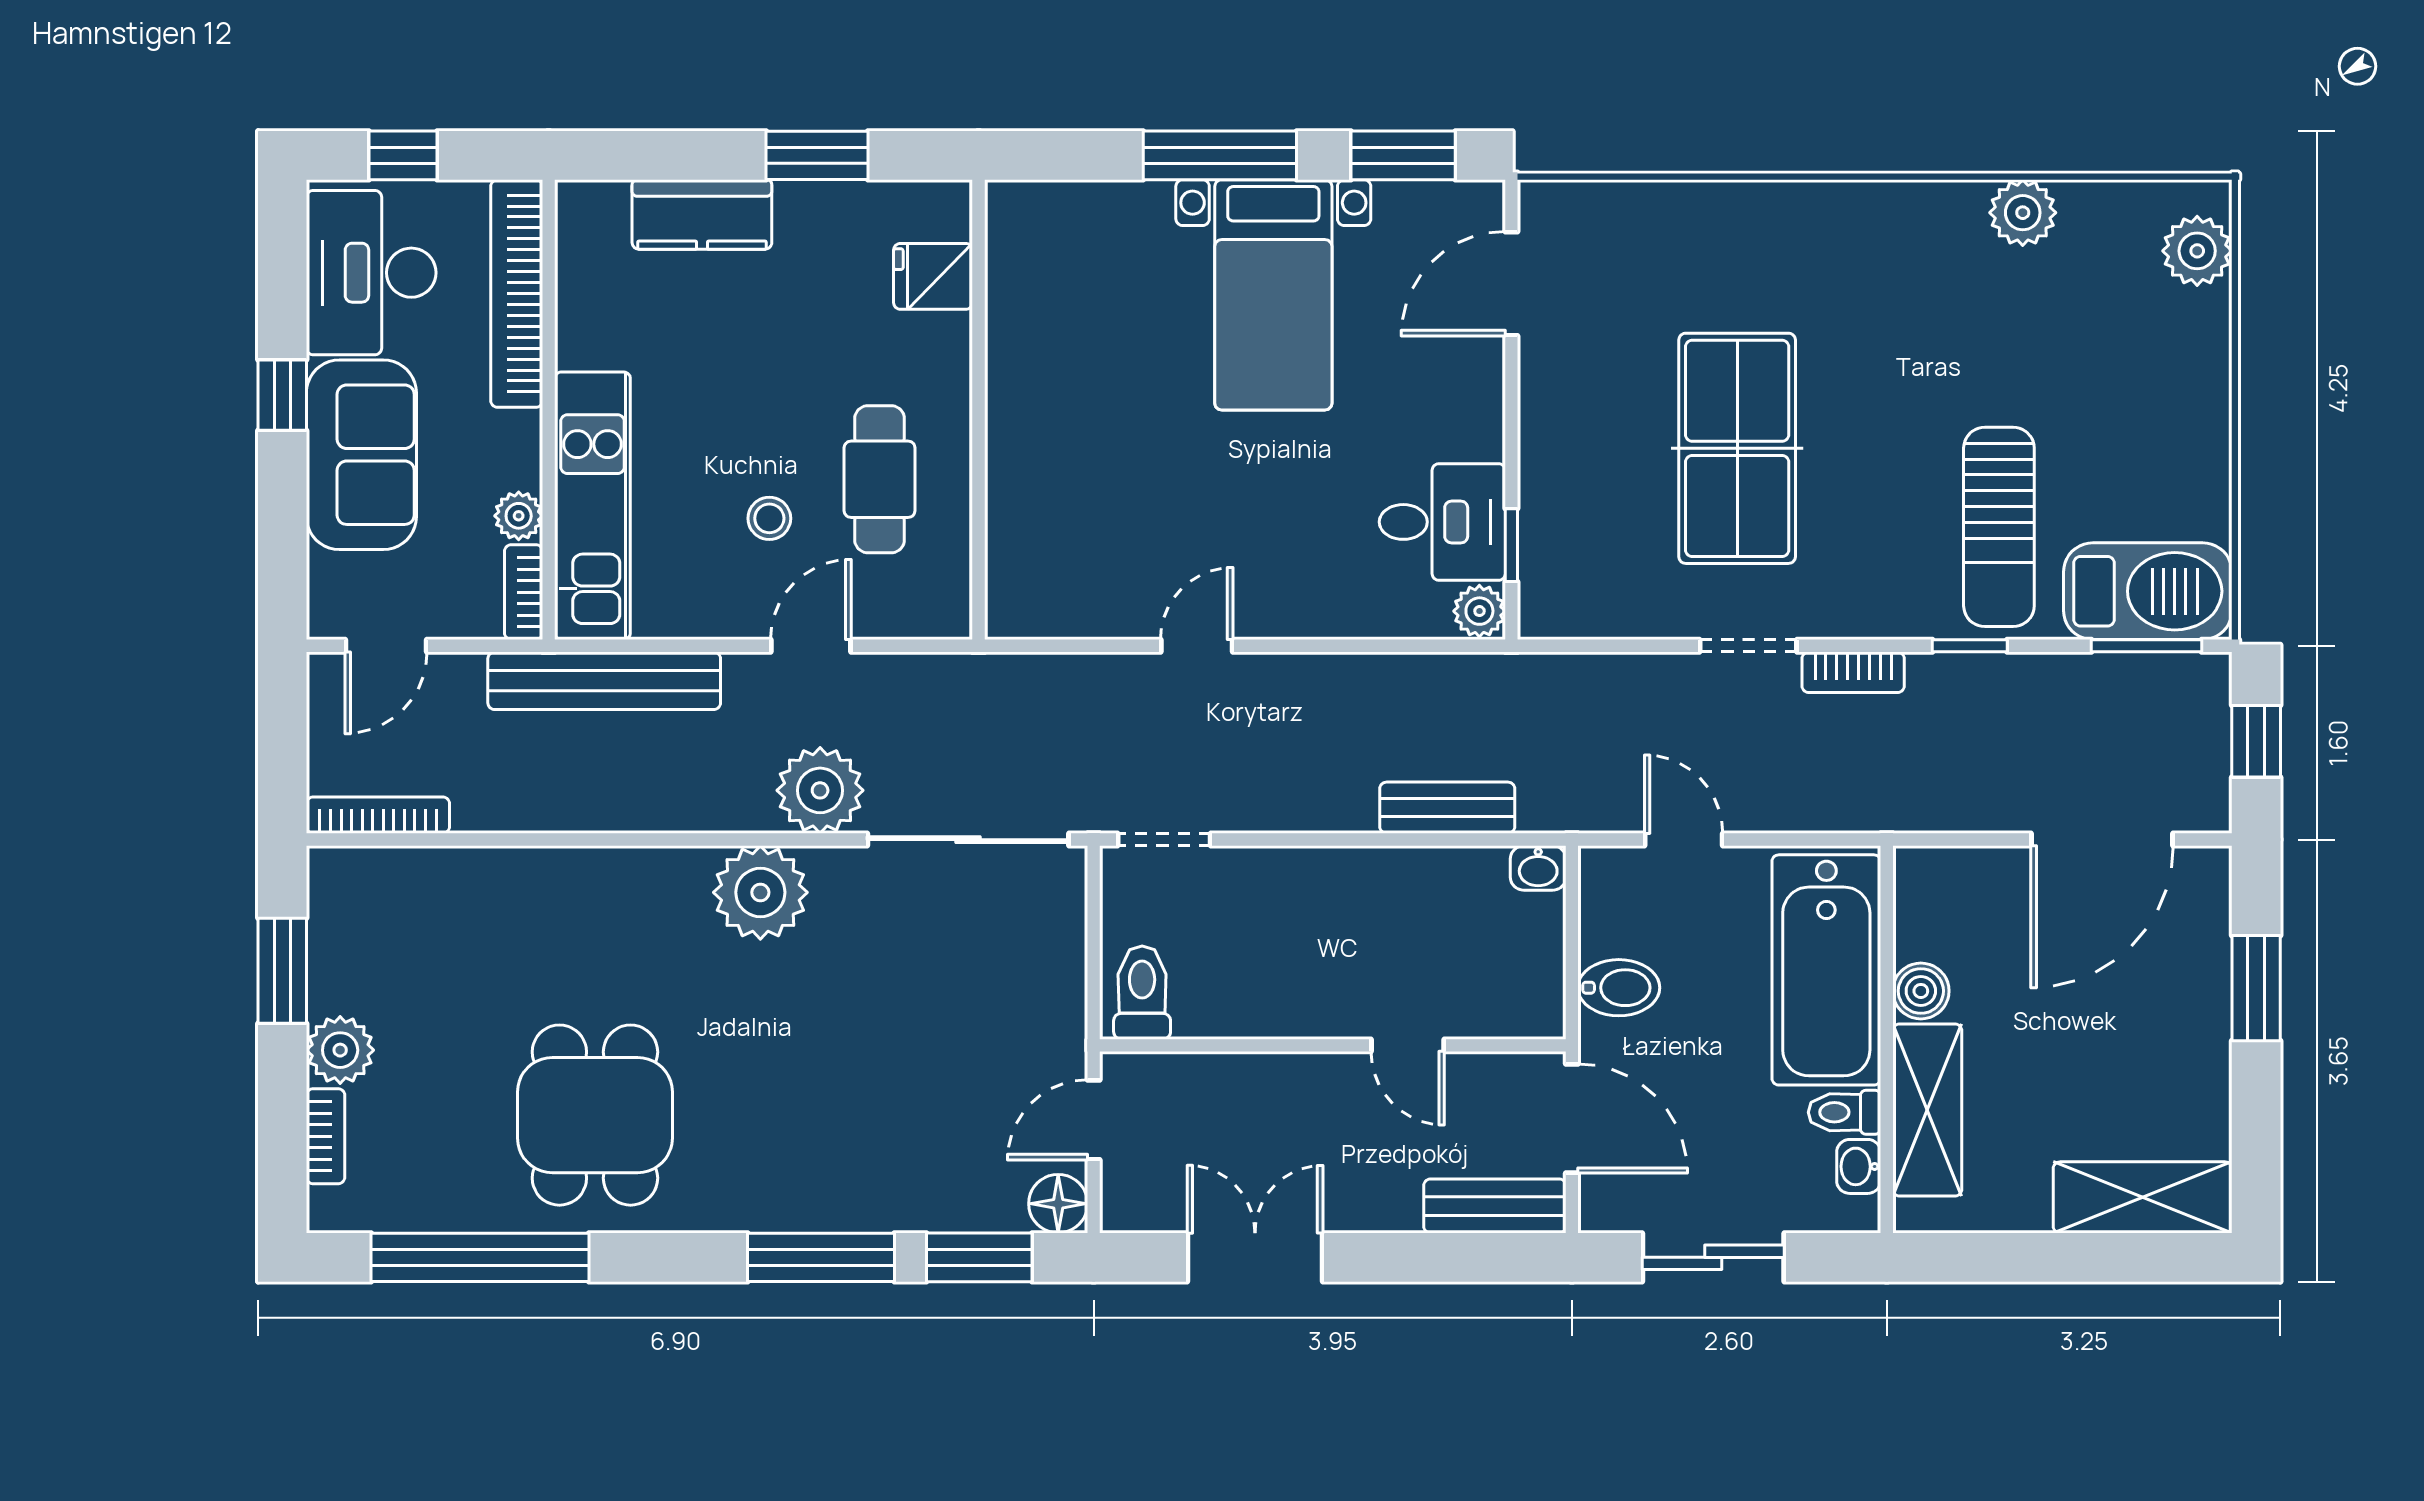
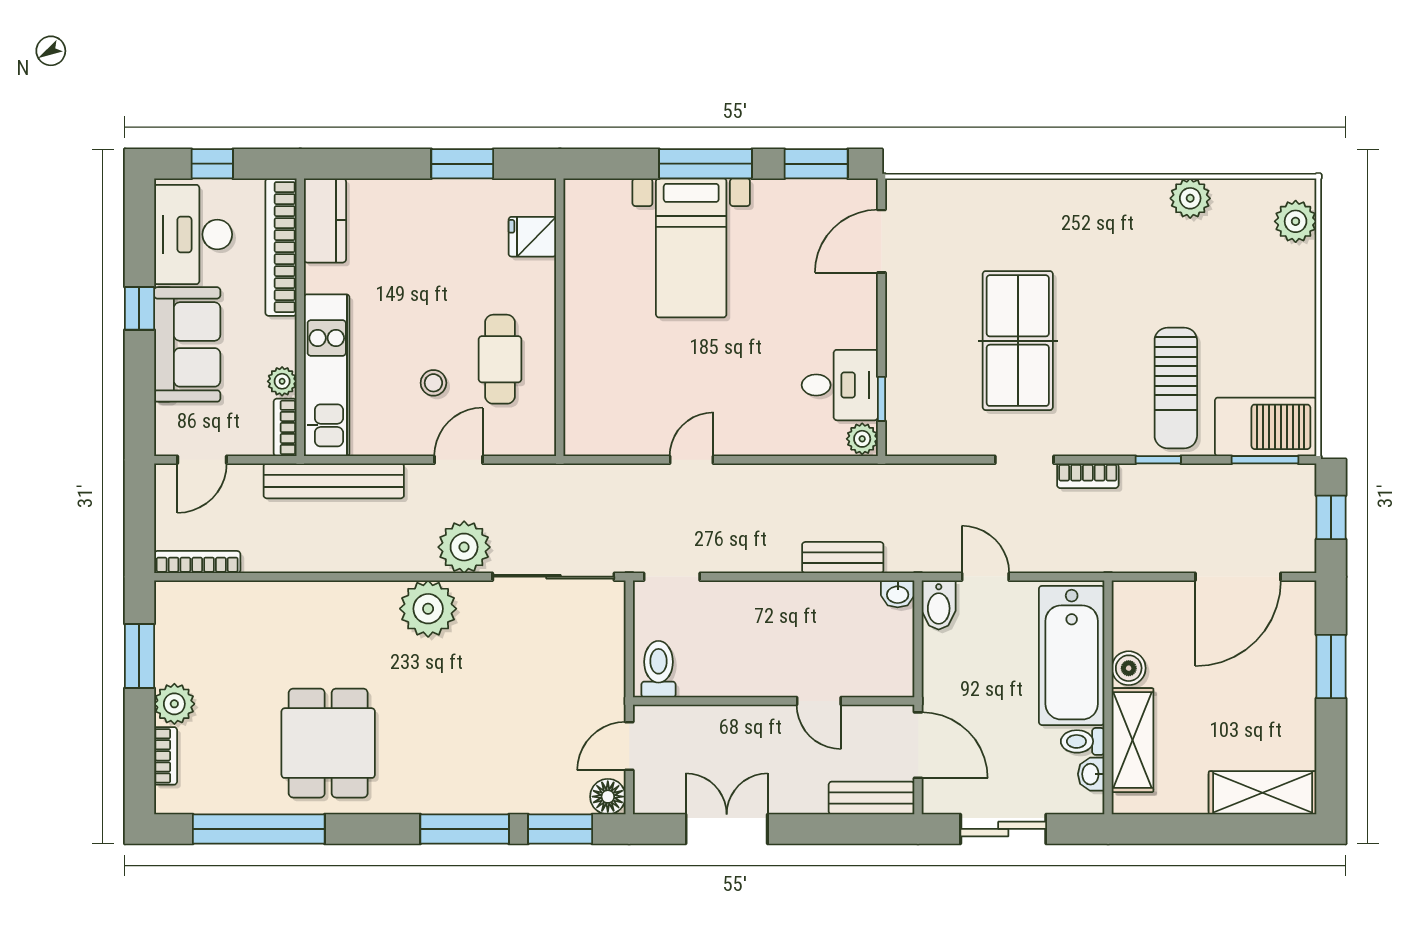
kitchen counter: (702, 214) -> (325, 220), moved, turned -90
bed with nightstands: (1273, 295) -> (691, 248), moved
bidet: (1619, 988) -> (939, 605), moved, turned 90

